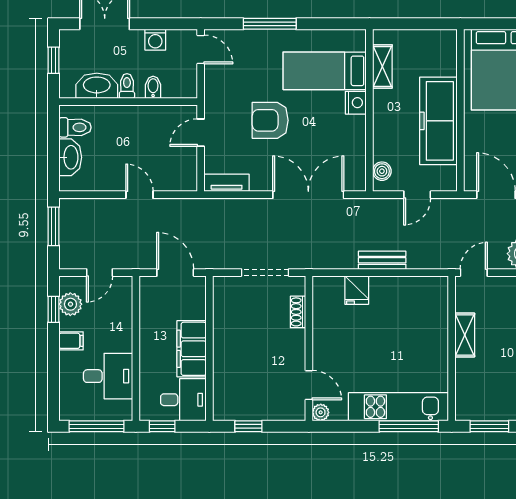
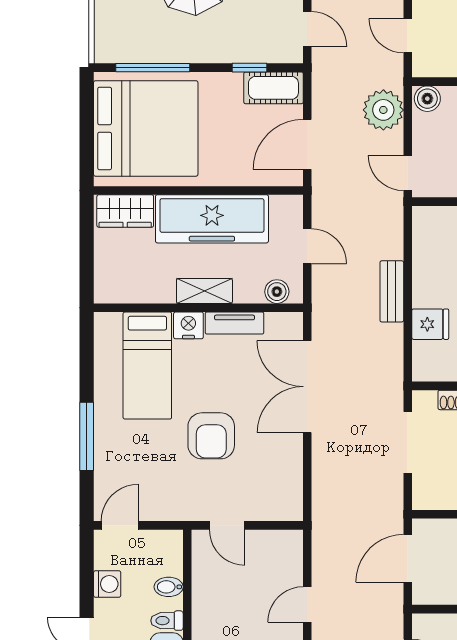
wardrobe: (444, 54) -> (125, 211), added
shelving: (382, 66) -> (204, 291), moved
tv unit: (227, 183) -> (235, 323), moved, turned -90

